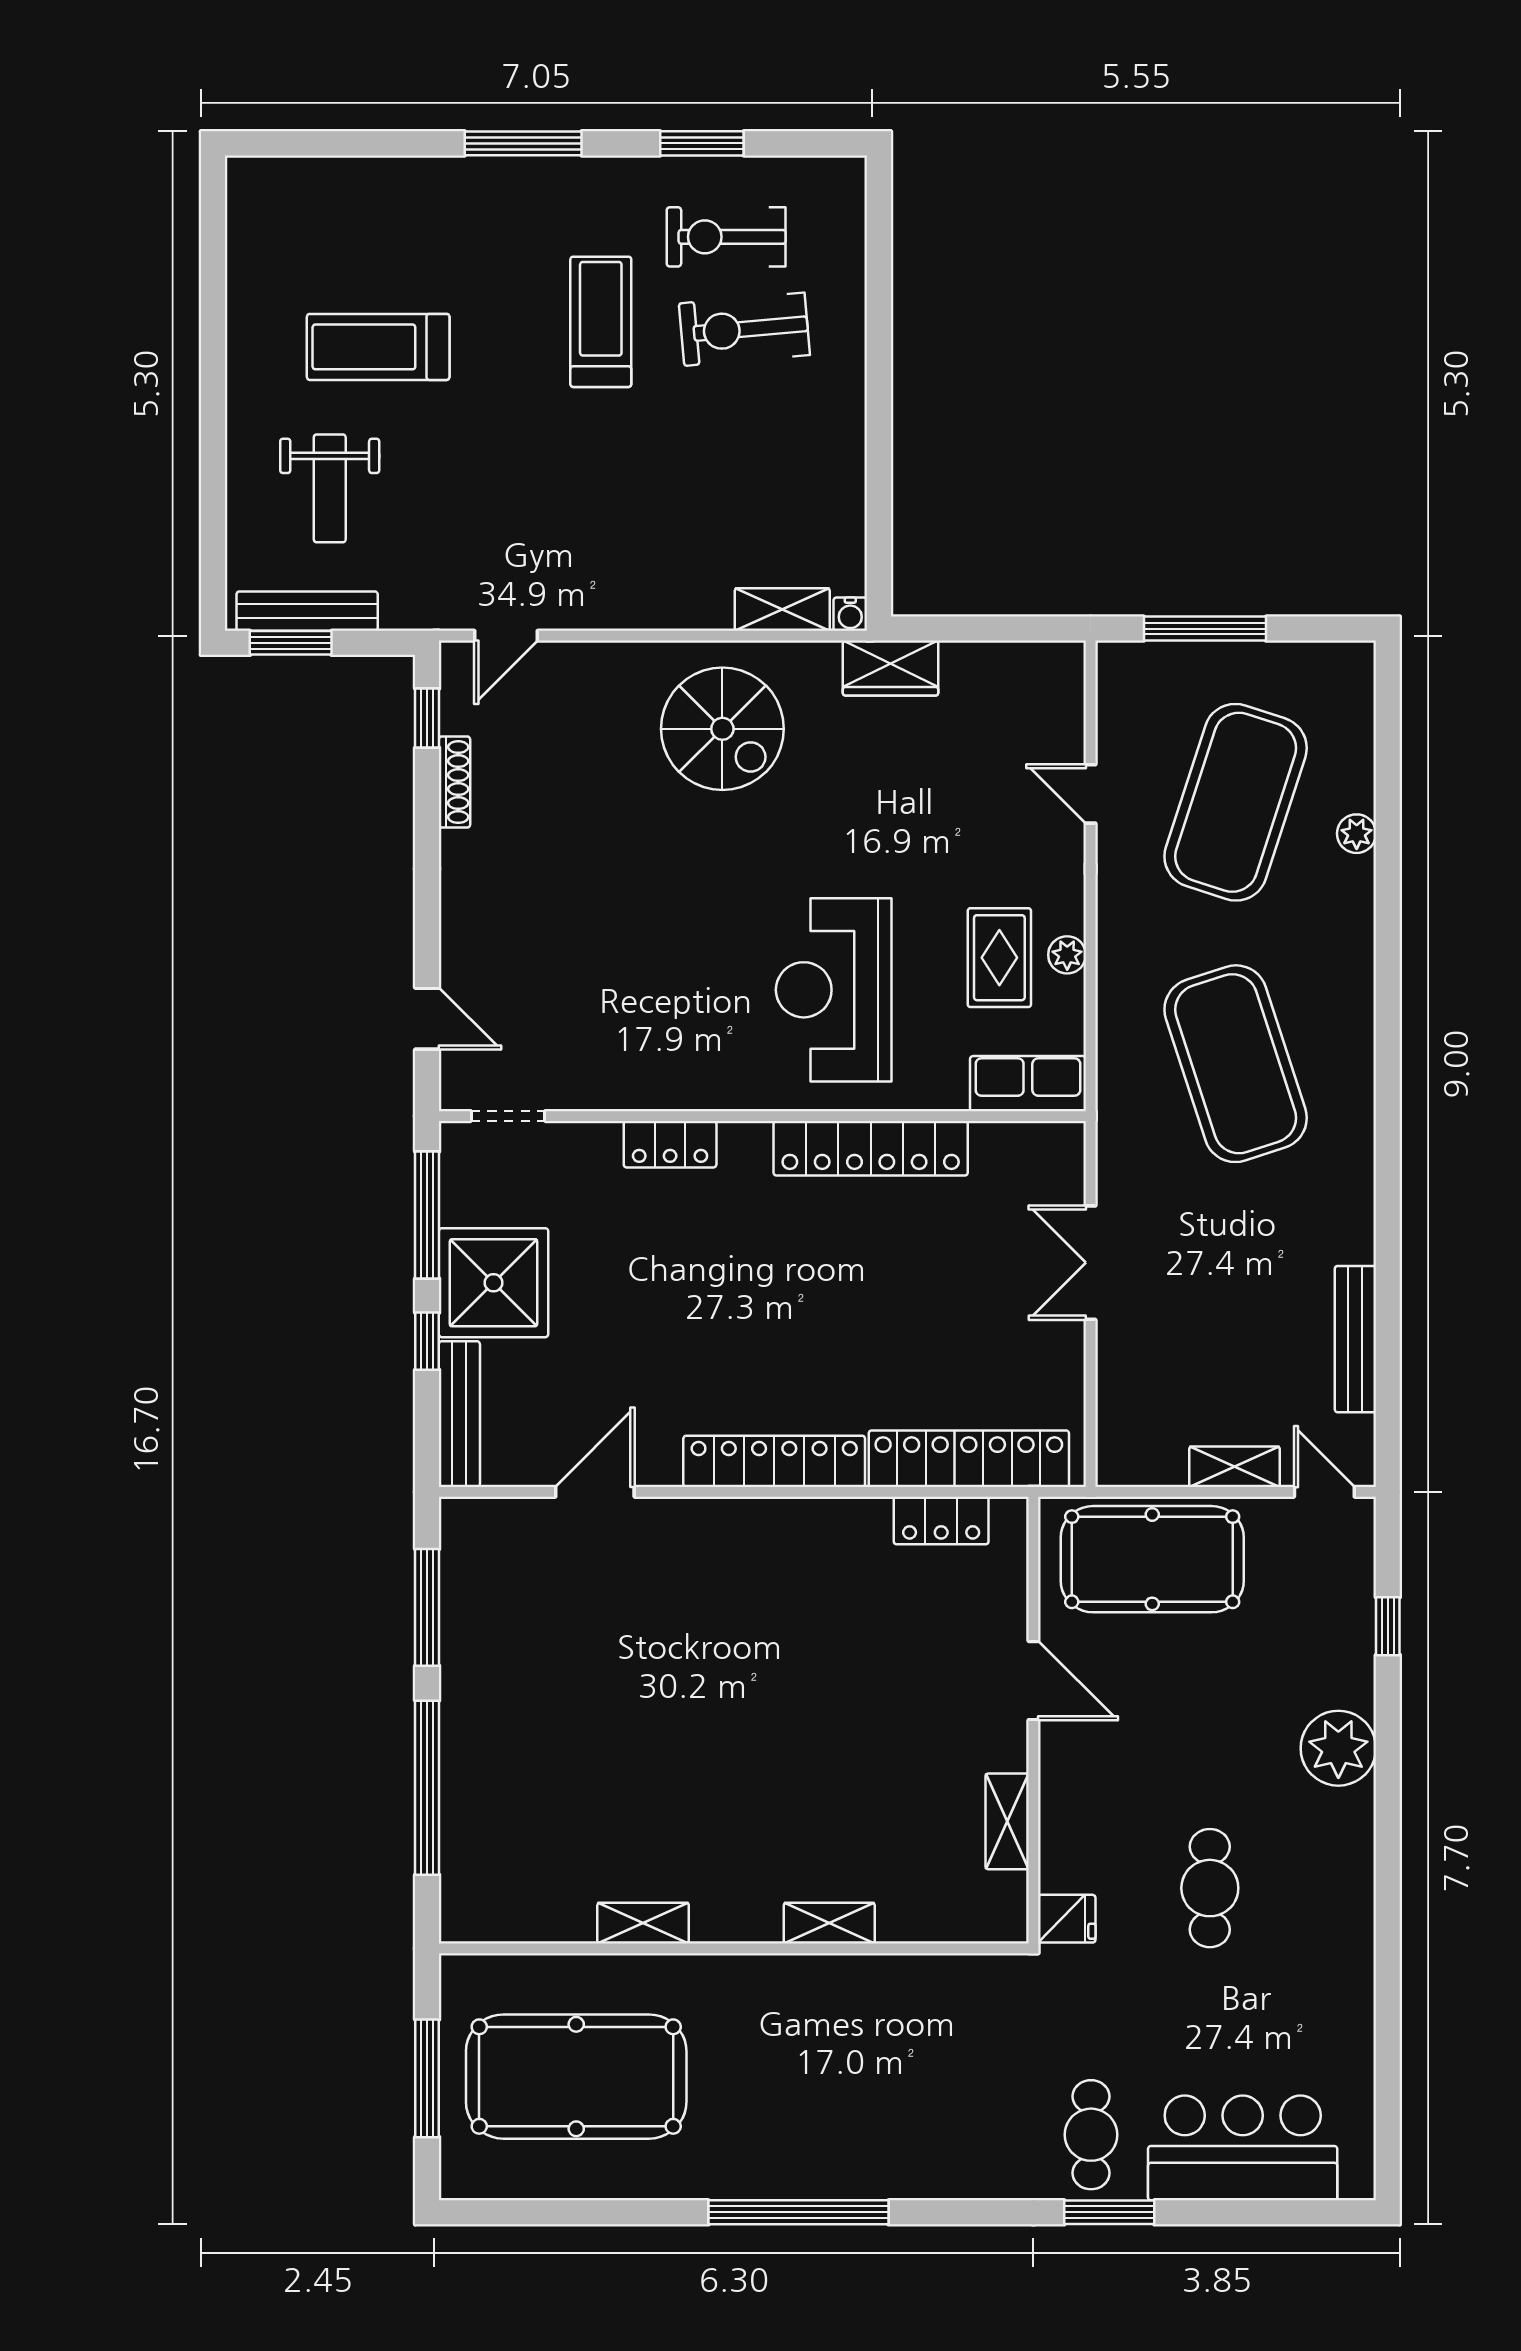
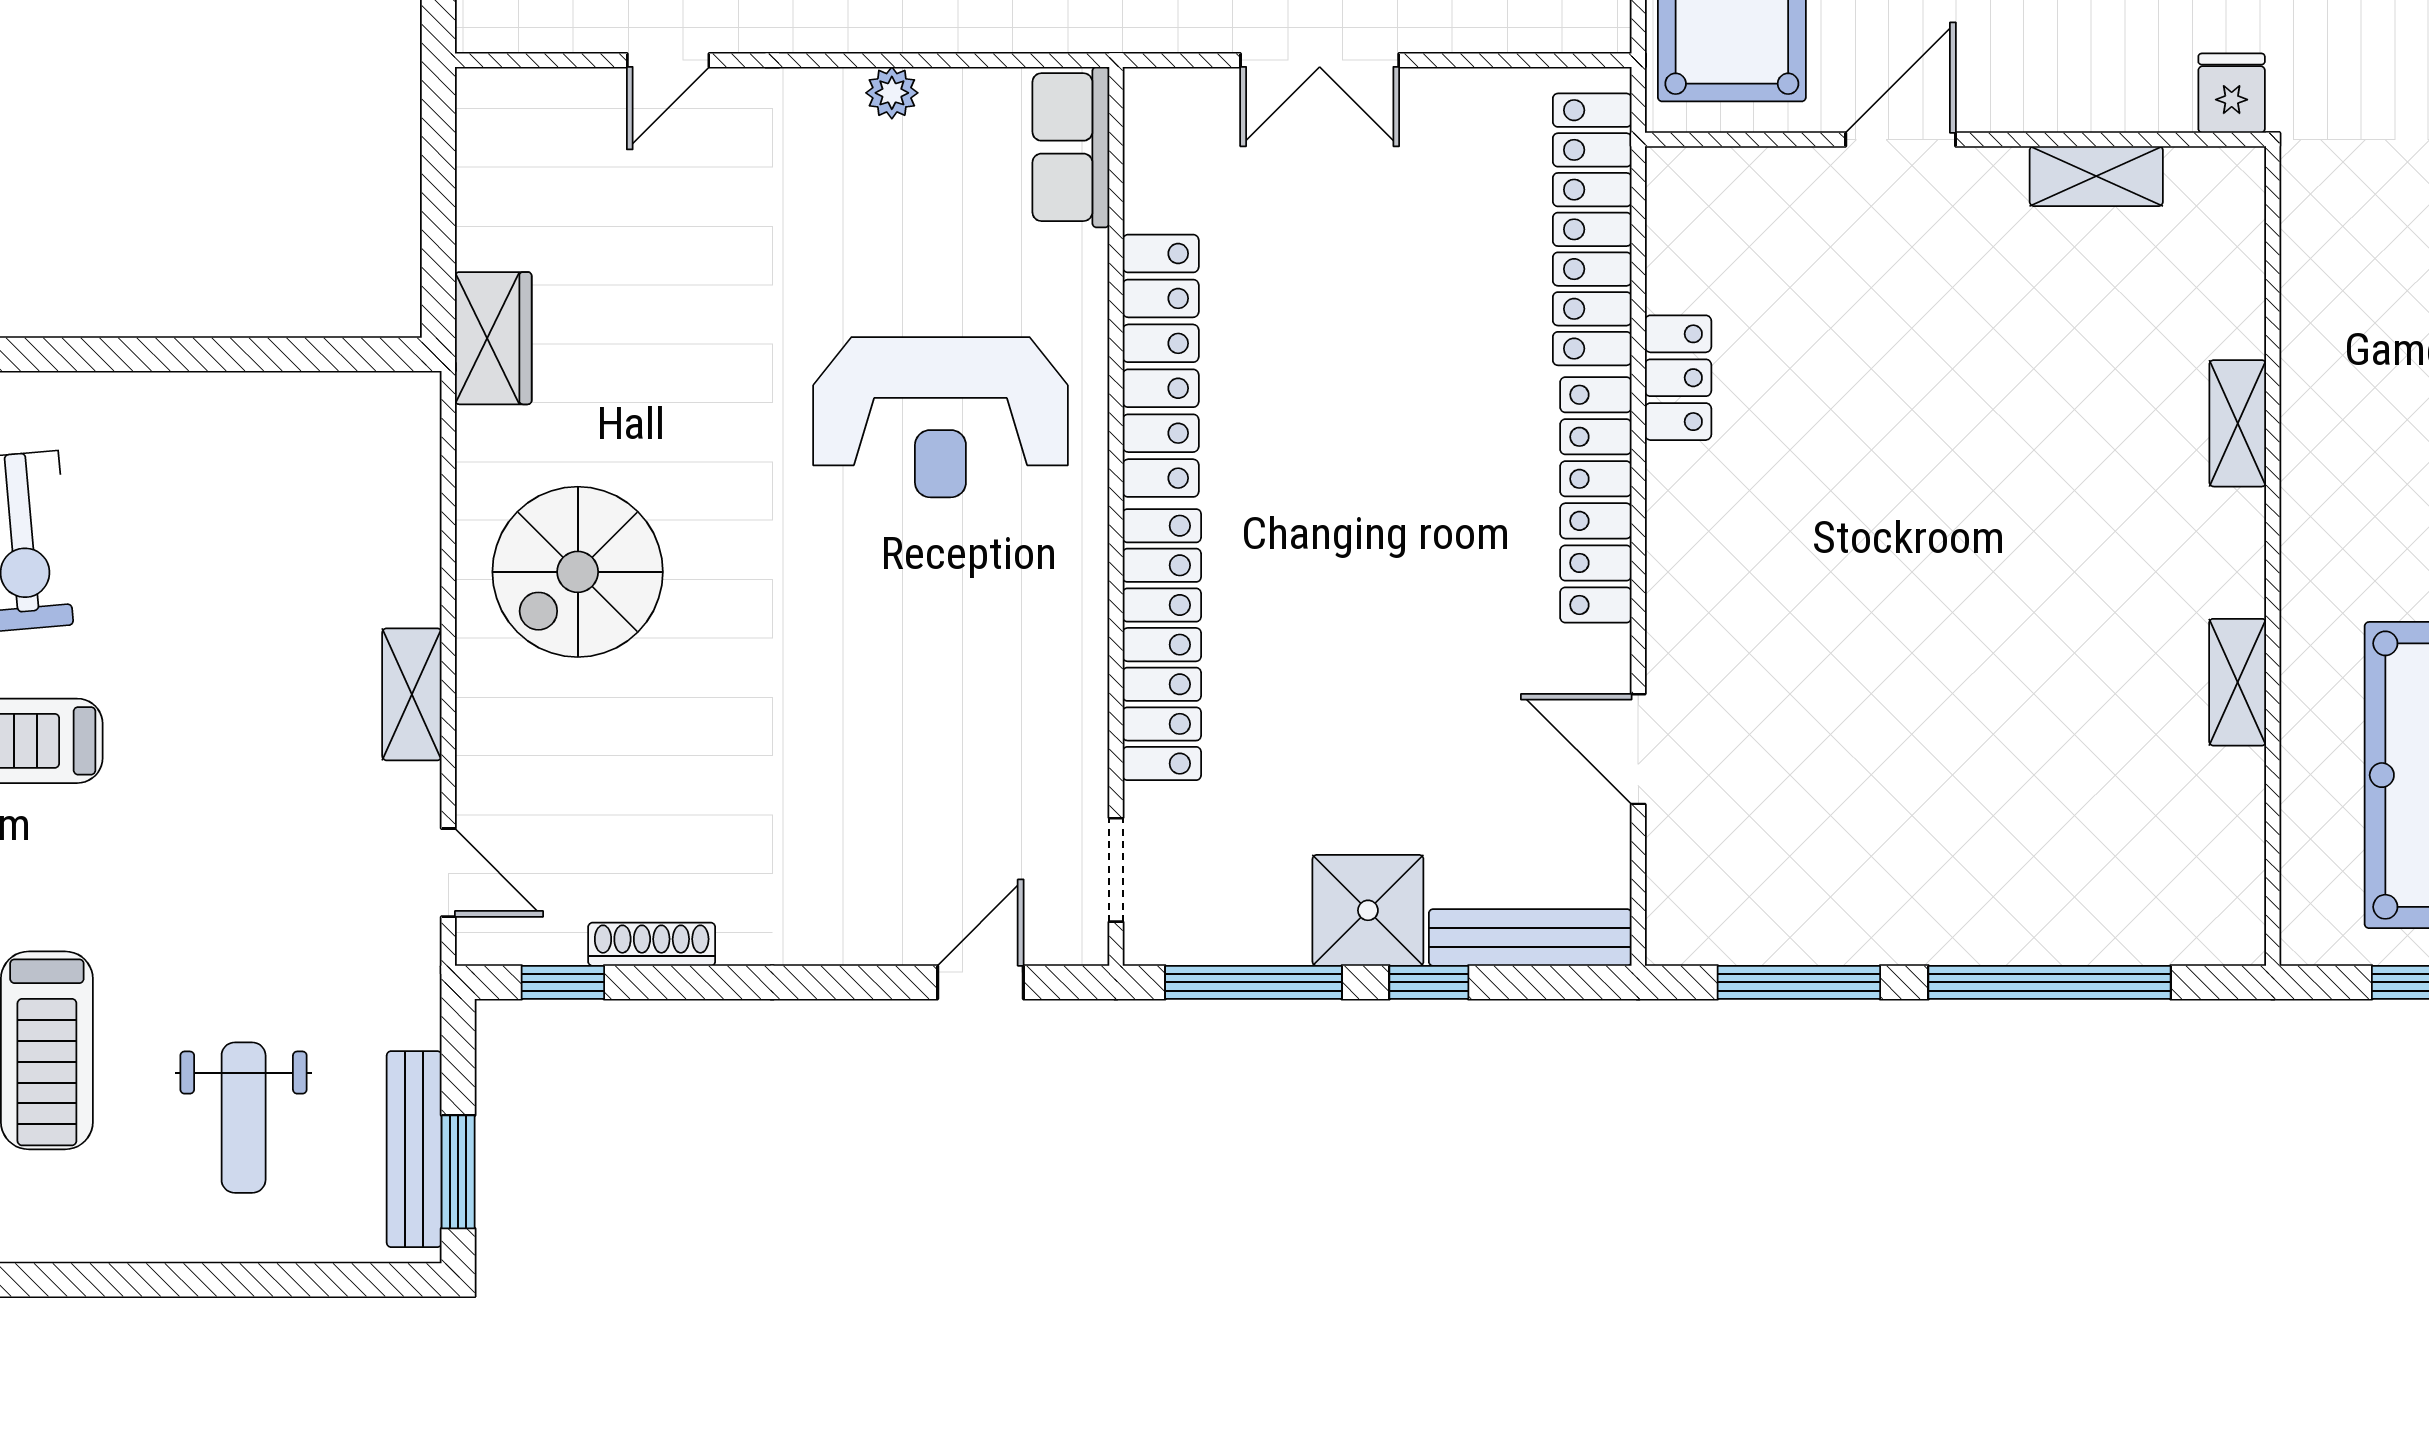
weight bench: (330, 488) -> (244, 1118), turned 90
shelving: (782, 610) -> (412, 694), moved
water cooler: (850, 614) -> (418, 394), removed
spiral stairs: (722, 729) -> (578, 572), turned 180
rug: (999, 958) -> (896, 187), removed
locker: (670, 1144) -> (1162, 645), width x2.16, depth x1.21
shower: (494, 1283) -> (1368, 910), width x0.73, depth x0.73
locker: (941, 1520) -> (1678, 378), moved

